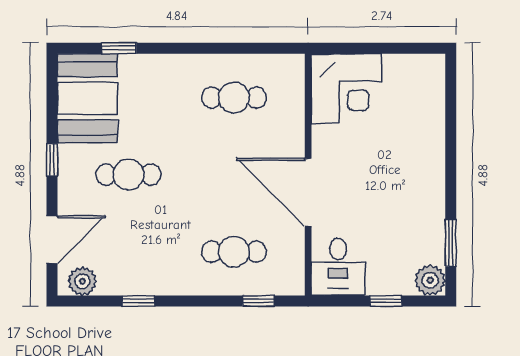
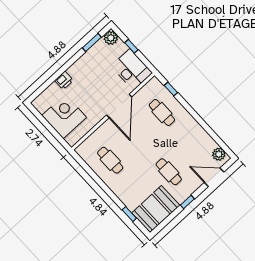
corner desk: (346, 88) -> (64, 116), moved
printer: (431, 142) -> (64, 80), added
desk: (338, 267) -> (132, 70), width x1.37
window: (138, 301) -> (208, 129), removed

